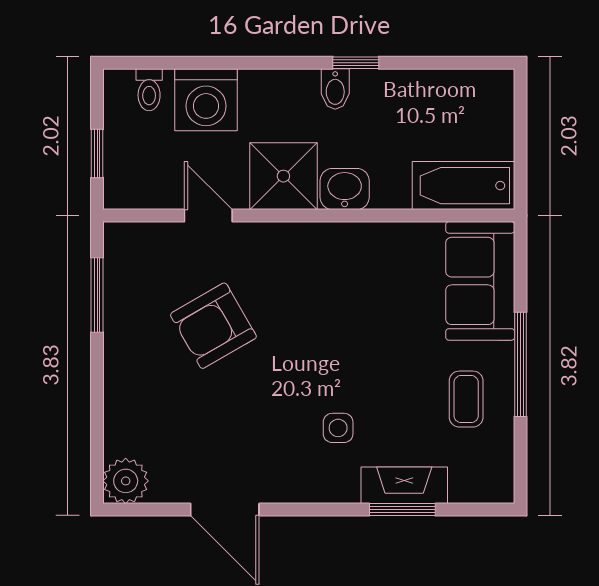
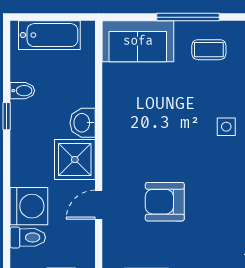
bidet: (335, 89) -> (22, 91), moved
toilet: (149, 90) -> (28, 237), width x1.37, depth x1.39
bathtub: (463, 186) -> (49, 35), moved, turned -90
armchair: (213, 326) -> (165, 202), turned 120

